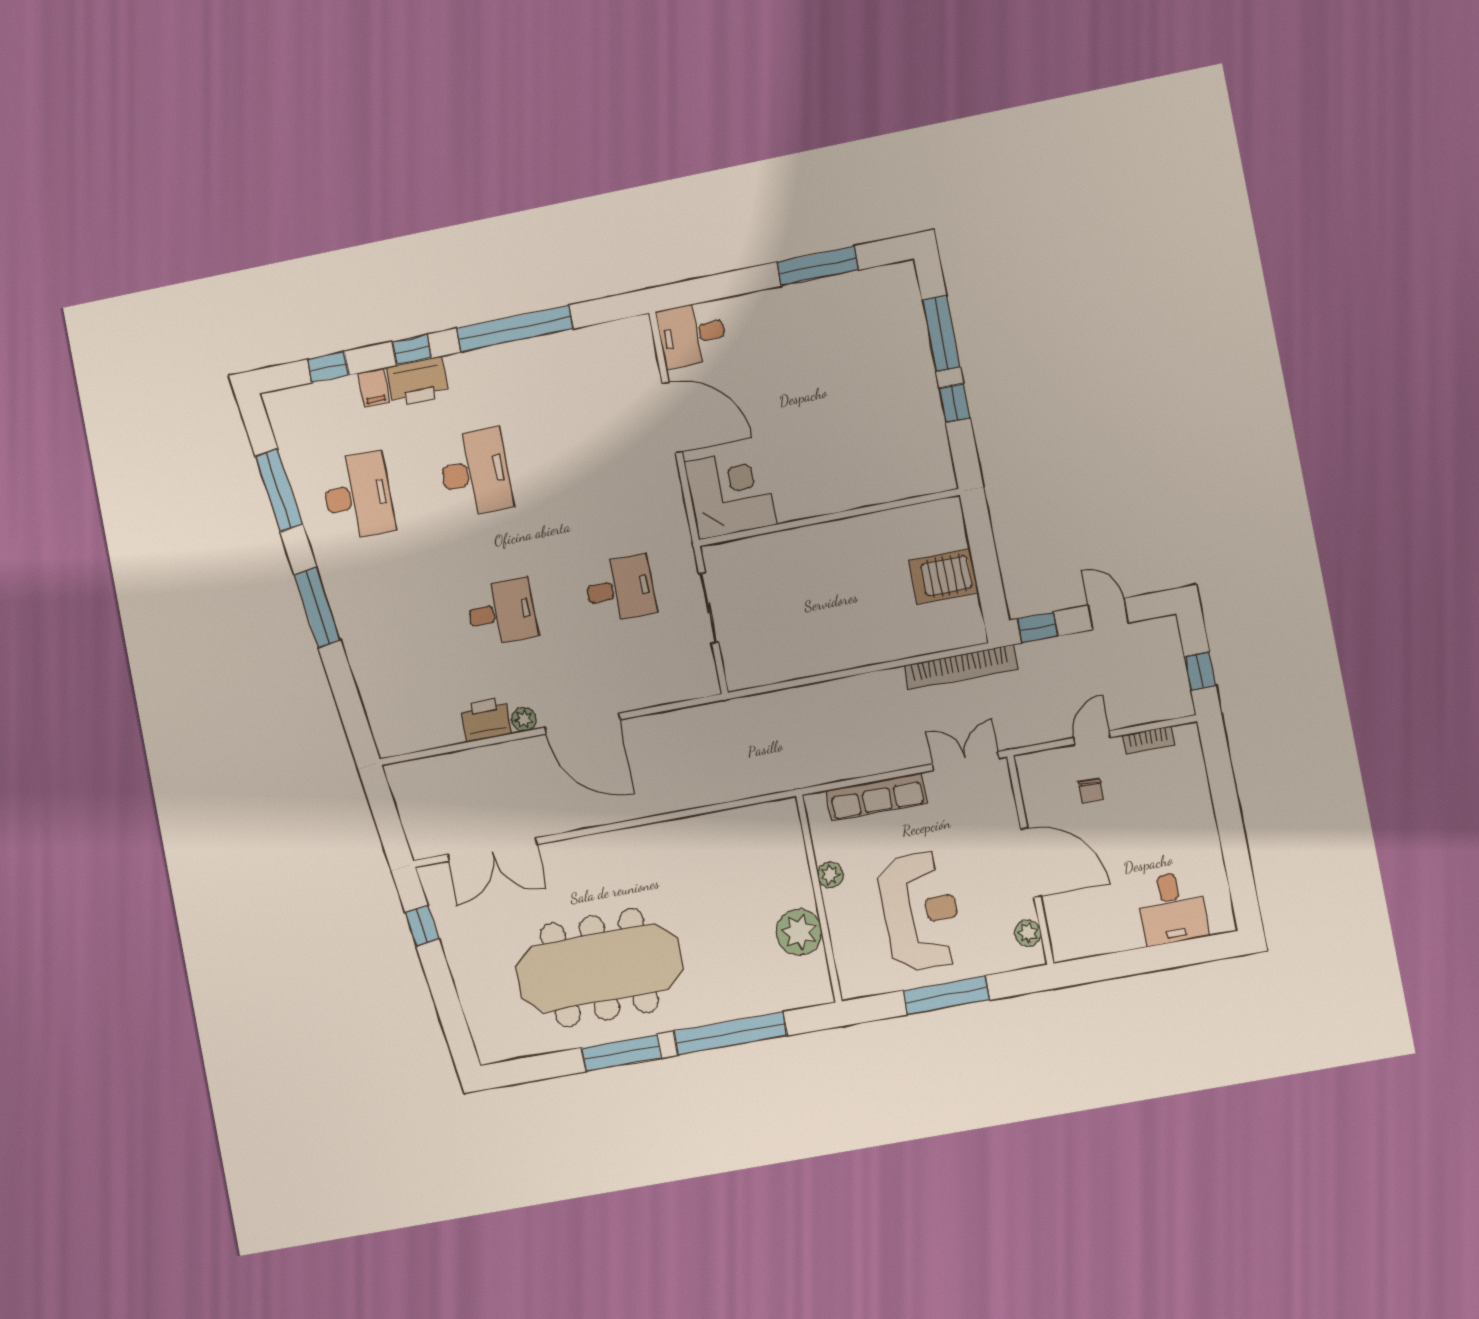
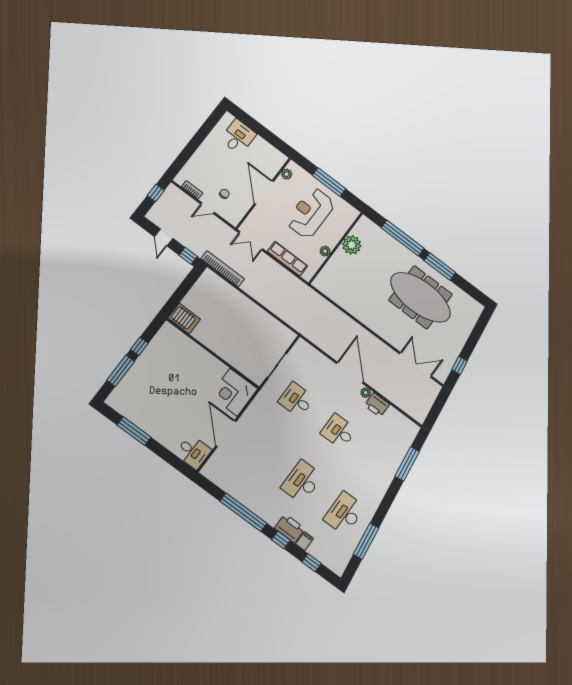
server rack: (944, 576) -> (184, 319), moved
window: (317, 608) -> (407, 464), moved

